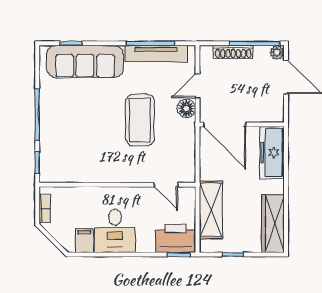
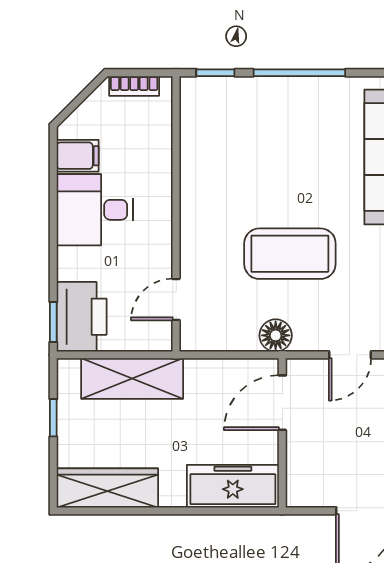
door: (197, 86) -> (350, 355), swing flipped
floor lamp: (186, 109) -> (276, 335), moved
door: (225, 124) -> (282, 403), width x0.73

